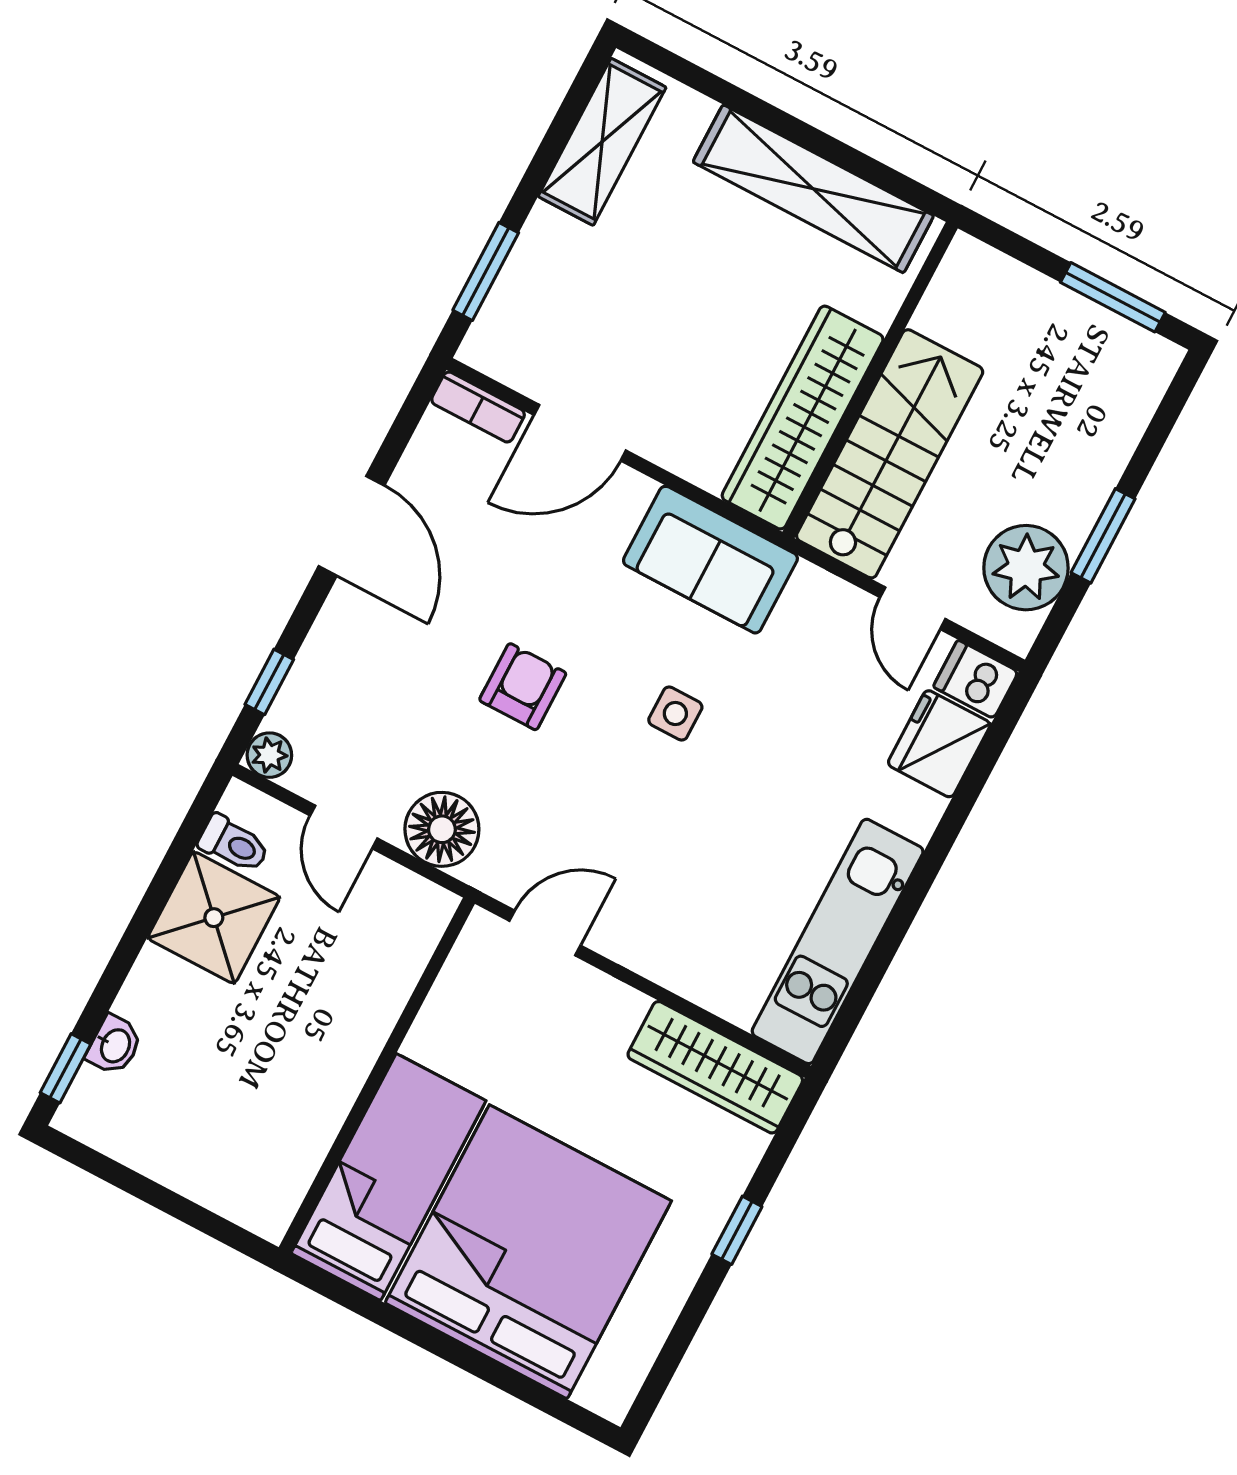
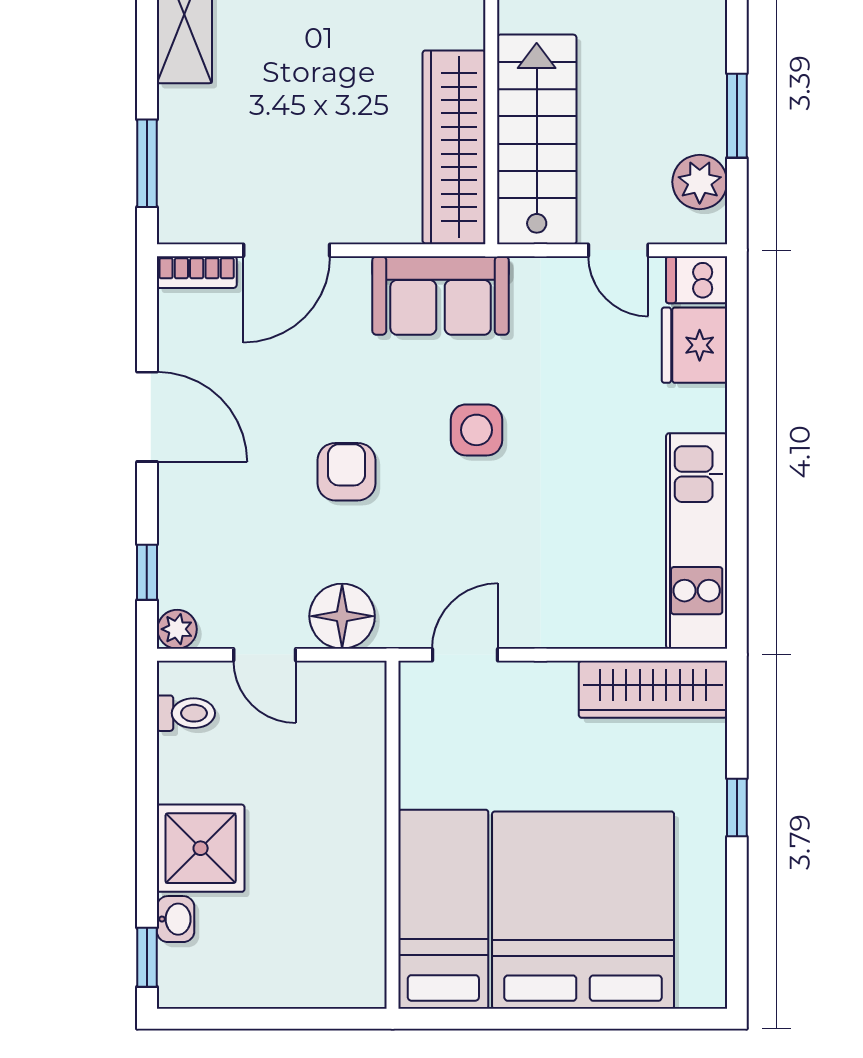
plant: (1026, 568) -> (700, 182), width x0.73, depth x0.73
side table: (675, 714) -> (476, 430), width x1.37, depth x1.37
shower: (214, 918) -> (201, 848), moved

